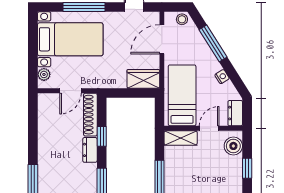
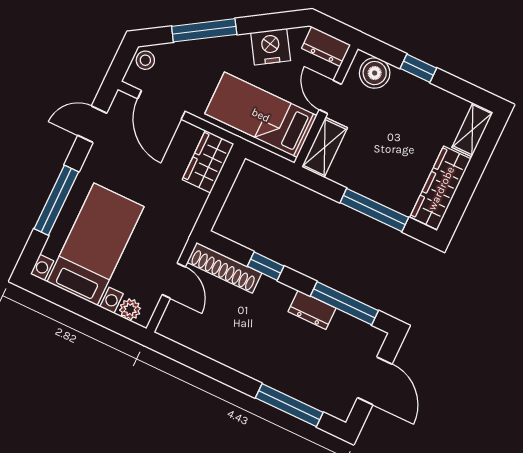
nightstand: (222, 77) -> (271, 47), width x1.89, depth x1.79
dresser: (90, 150) -> (312, 310), moved

